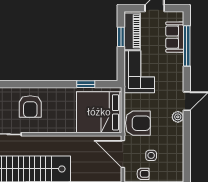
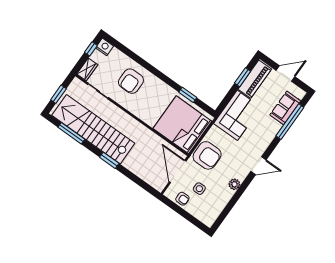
plant: (178, 117) -> (234, 184), moved

